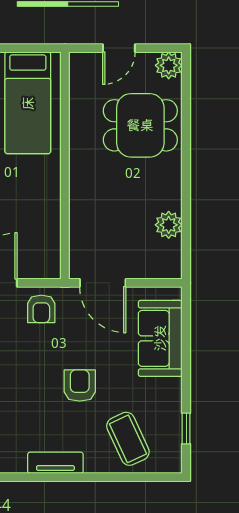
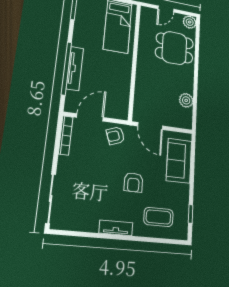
armchair: (41, 309) -> (115, 136), turned 70
armchair: (80, 386) -> (133, 182), turned 180
coffee table: (128, 439) -> (158, 217), turned -65

